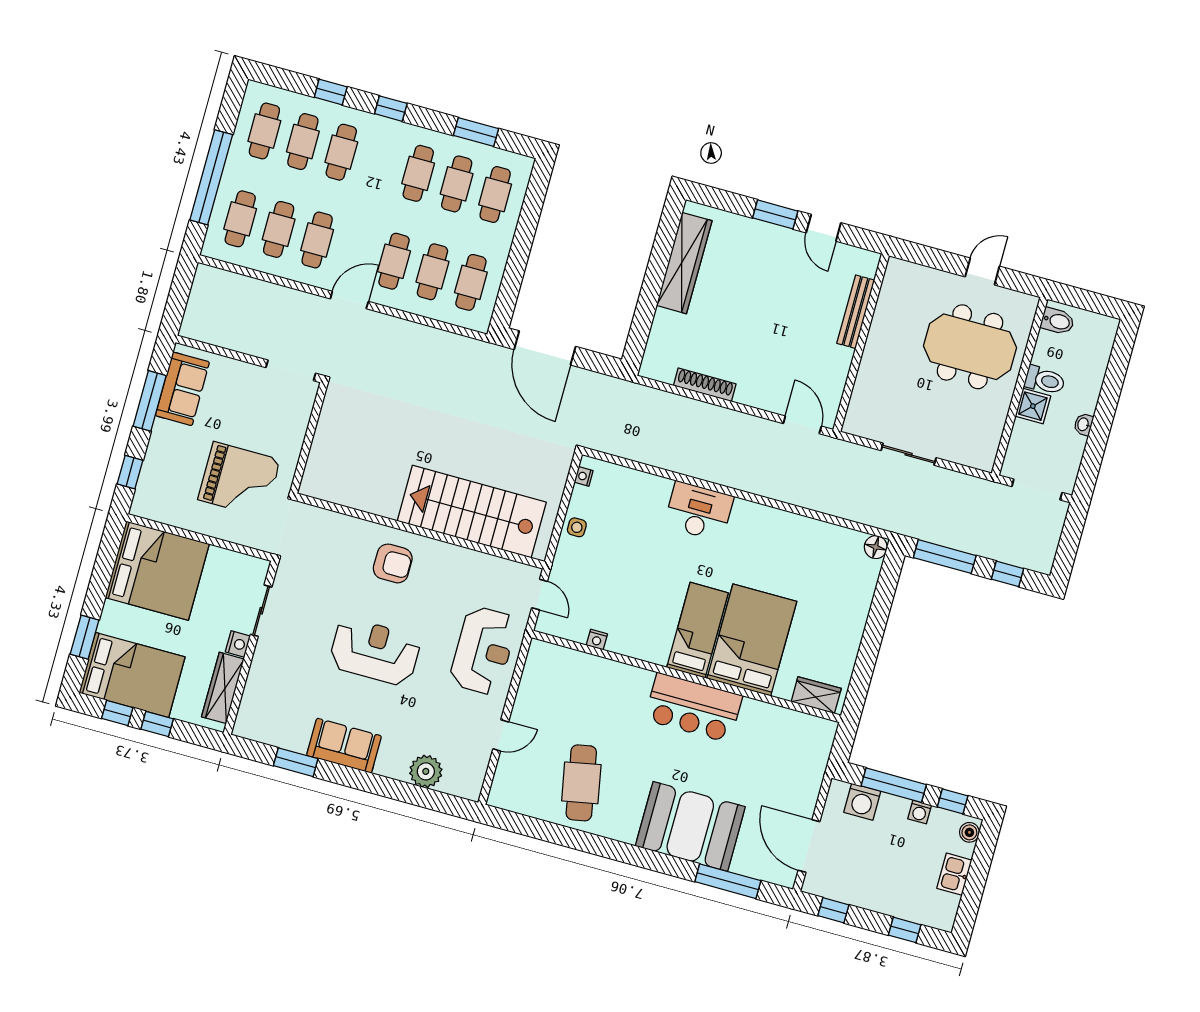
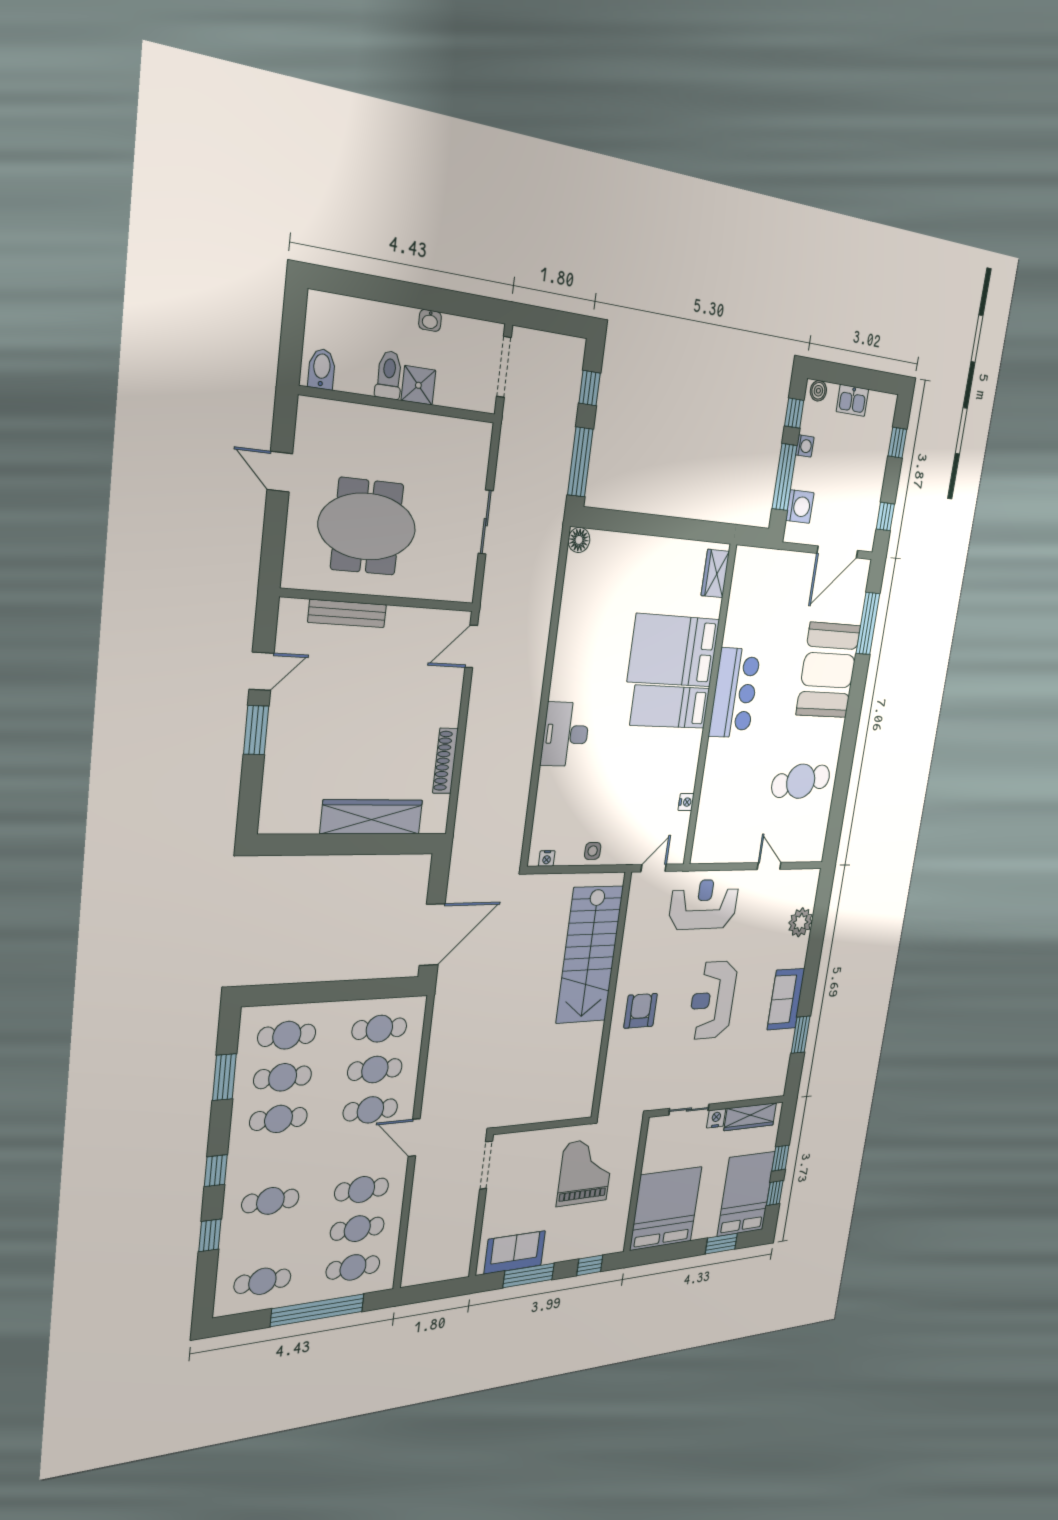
cafe table: (303, 142) -> (266, 1241), removed
wardrobe: (684, 263) -> (372, 817), moved
meeting table: (970, 347) -> (367, 527), moved, turned 90

